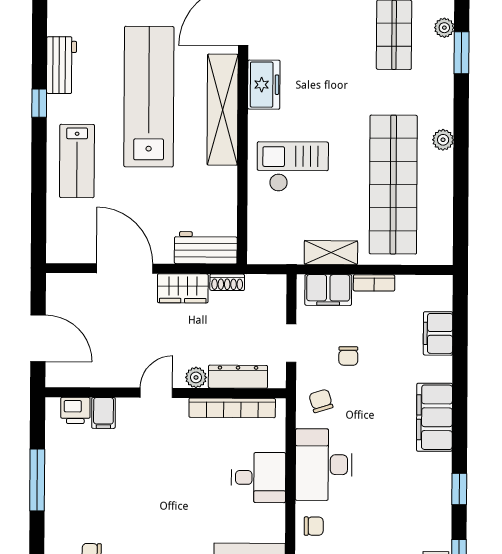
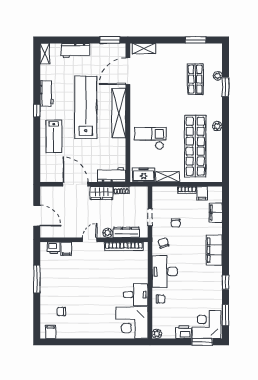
freezer: (264, 85) -> (144, 175), moved, turned -90
filing cabinet: (328, 290) -> (202, 193), moved, width x0.50
desk: (258, 477) -> (136, 295), moved

